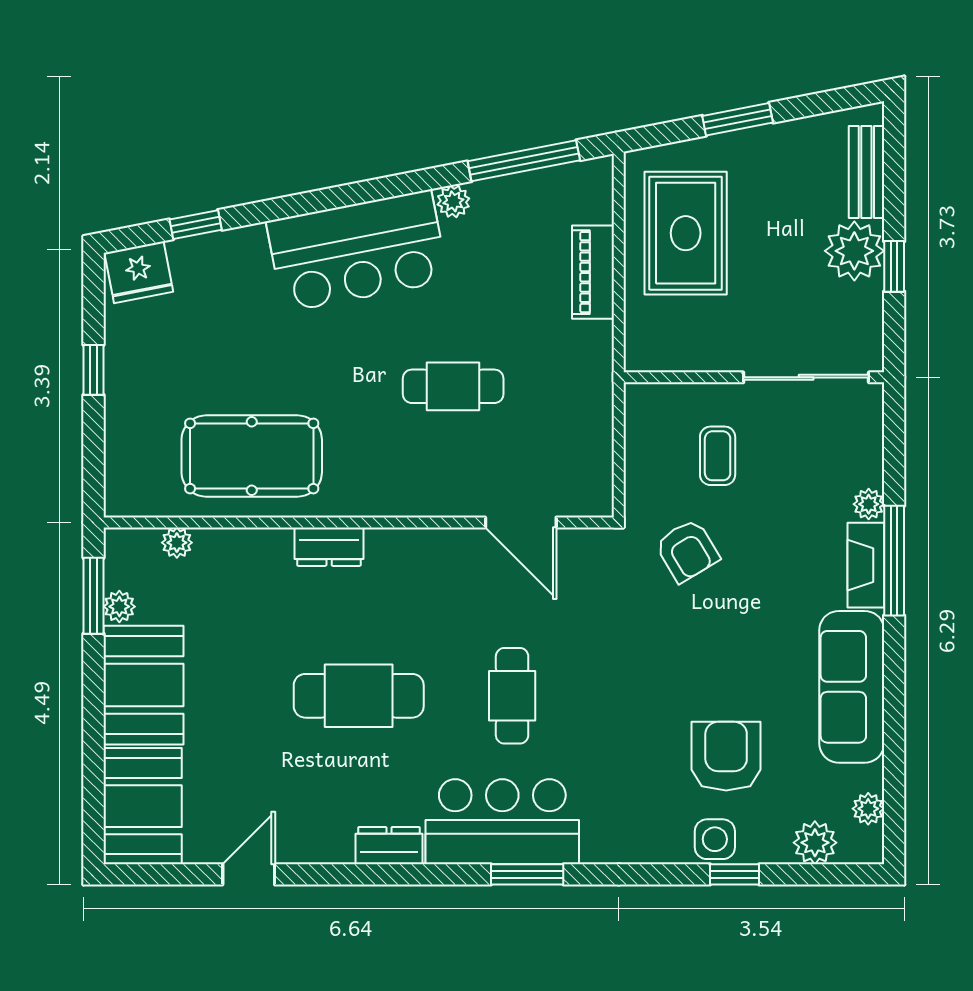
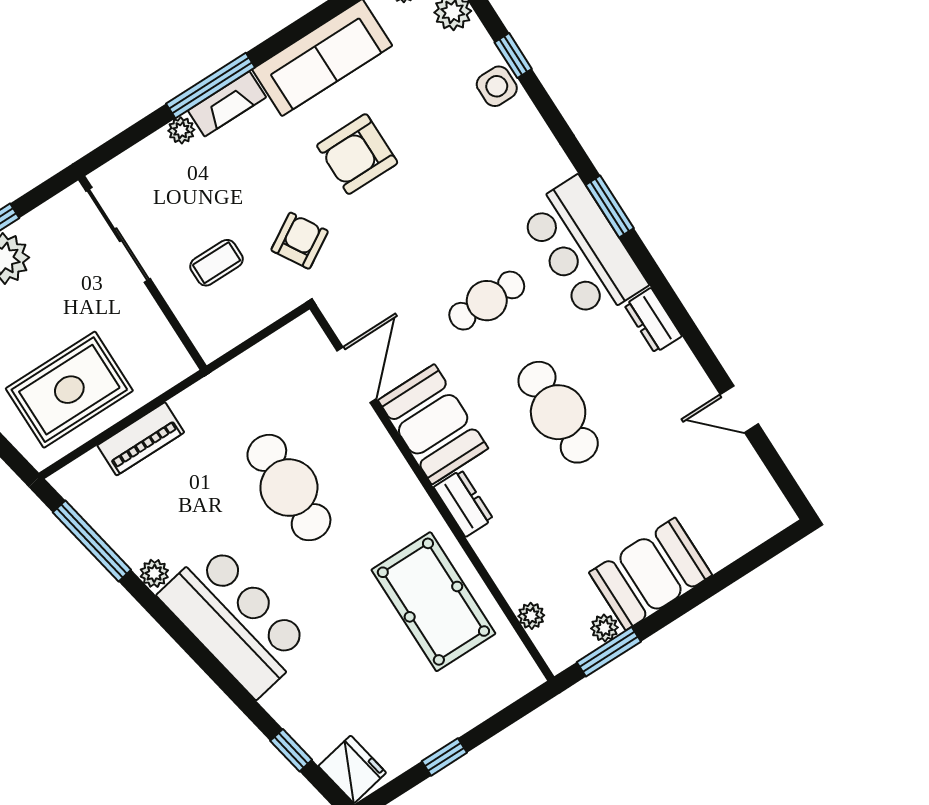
cafe table: (453, 386) -> (289, 488), width x1.37, depth x1.35
armchair: (726, 756) -> (357, 154), moved
booth: (143, 806) -> (433, 424), moved, turned 90

